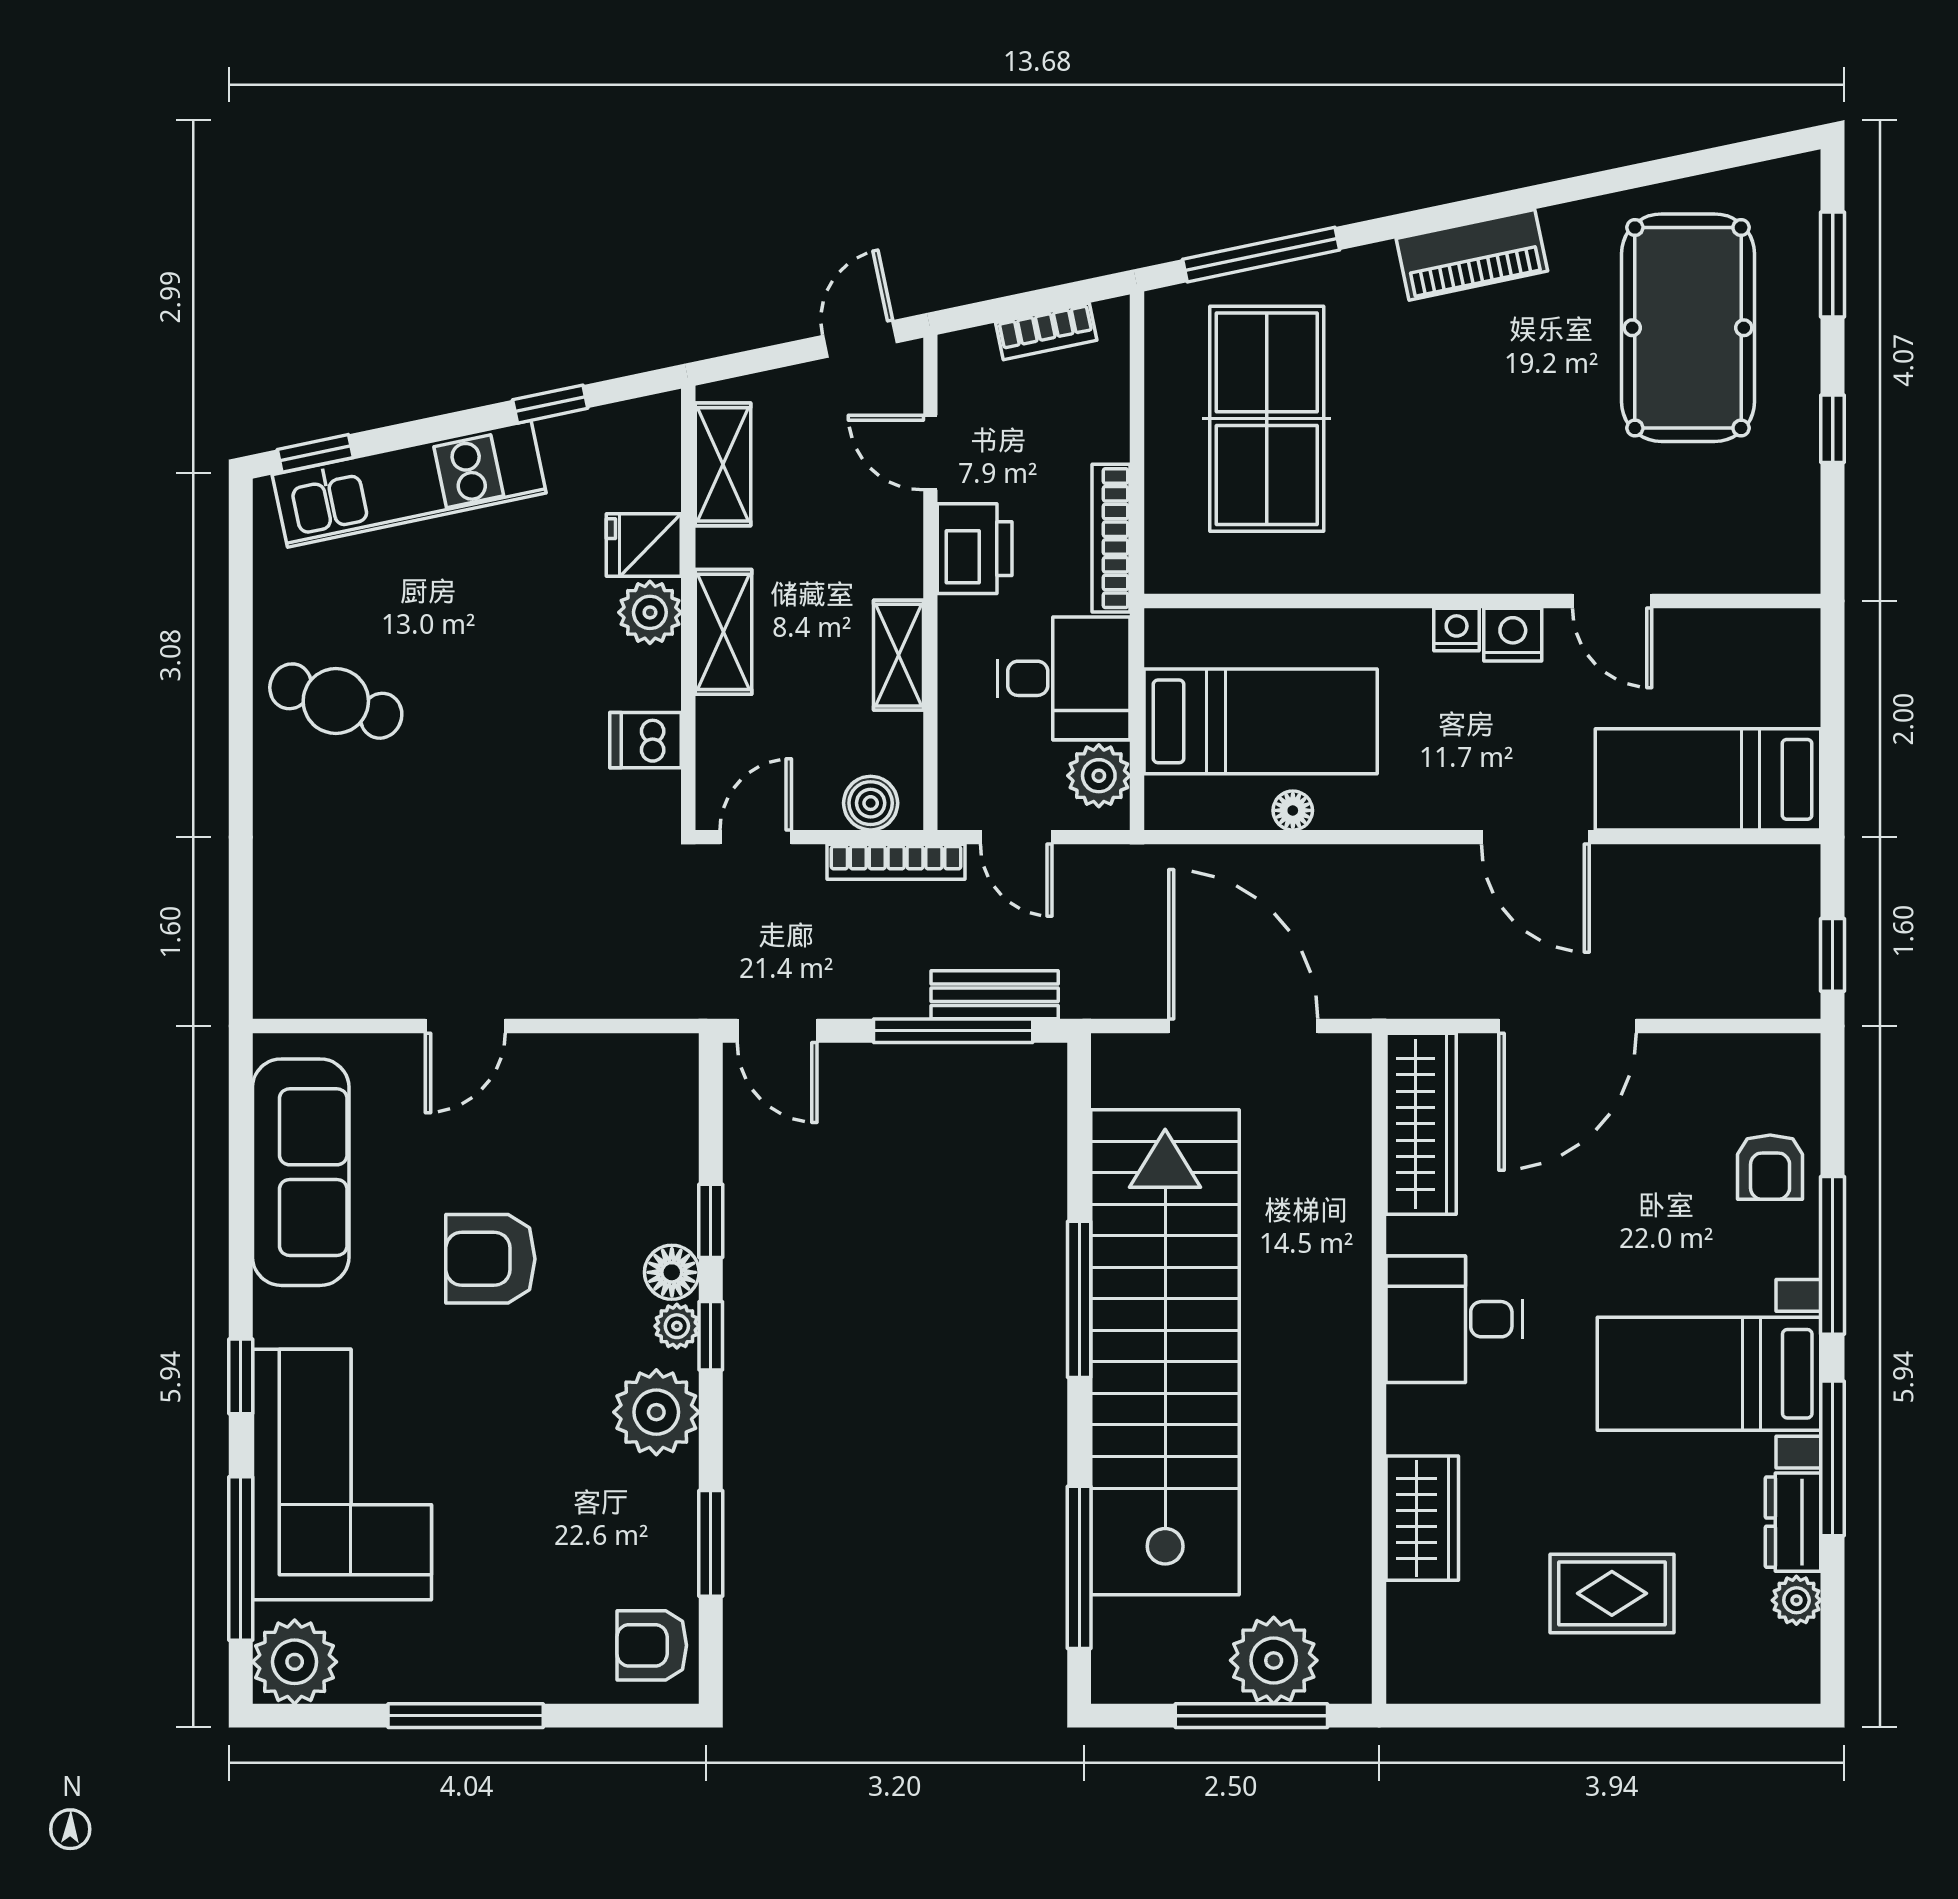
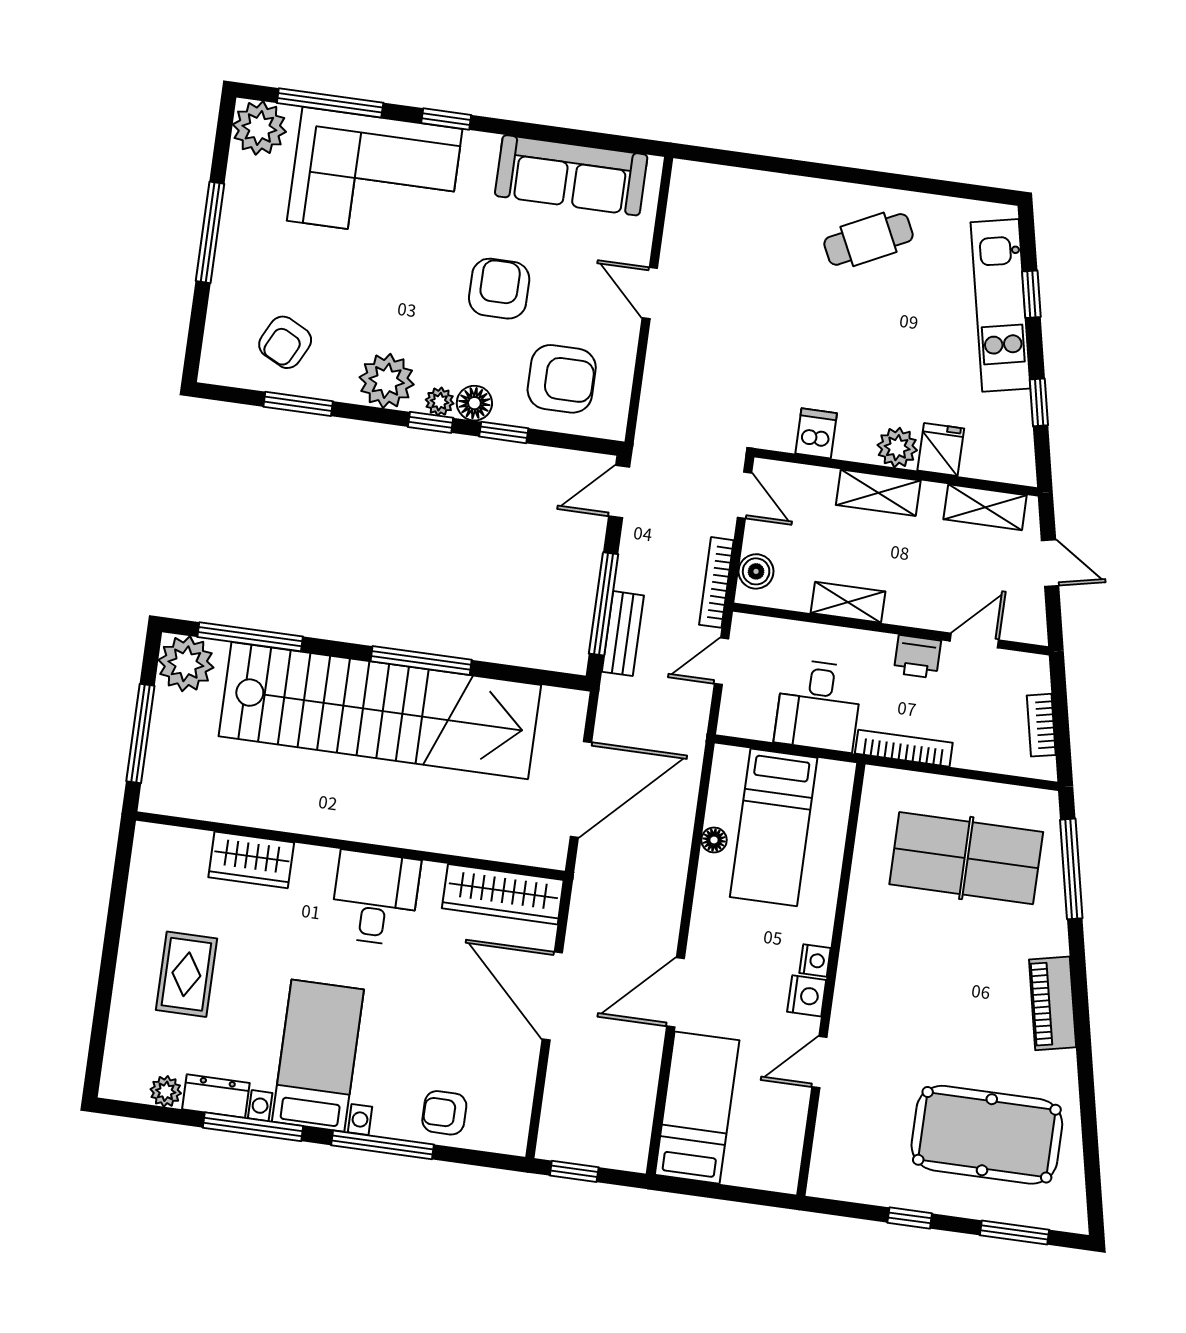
door: (860, 339) -> (1050, 563), moved
window: (315, 453) -> (1031, 294), moved
printer: (975, 549) -> (917, 657), width x0.73, depth x0.81
cafe table: (336, 701) -> (868, 239), turned 46
plant: (1099, 776) -> (753, 719), removed
armchair: (616, 1143) -> (562, 379), added
armchair: (652, 1645) -> (285, 342), moved, turned -153
plant: (1274, 1660) -> (186, 664), moved

